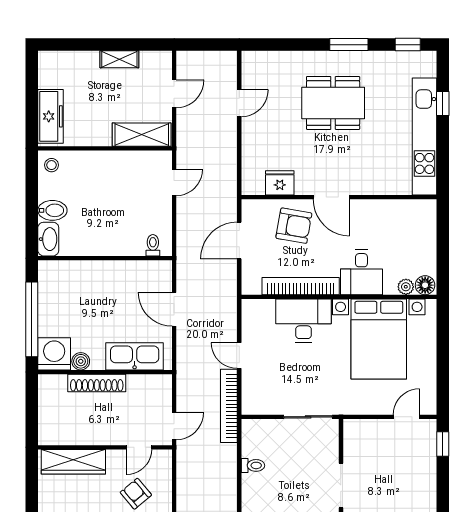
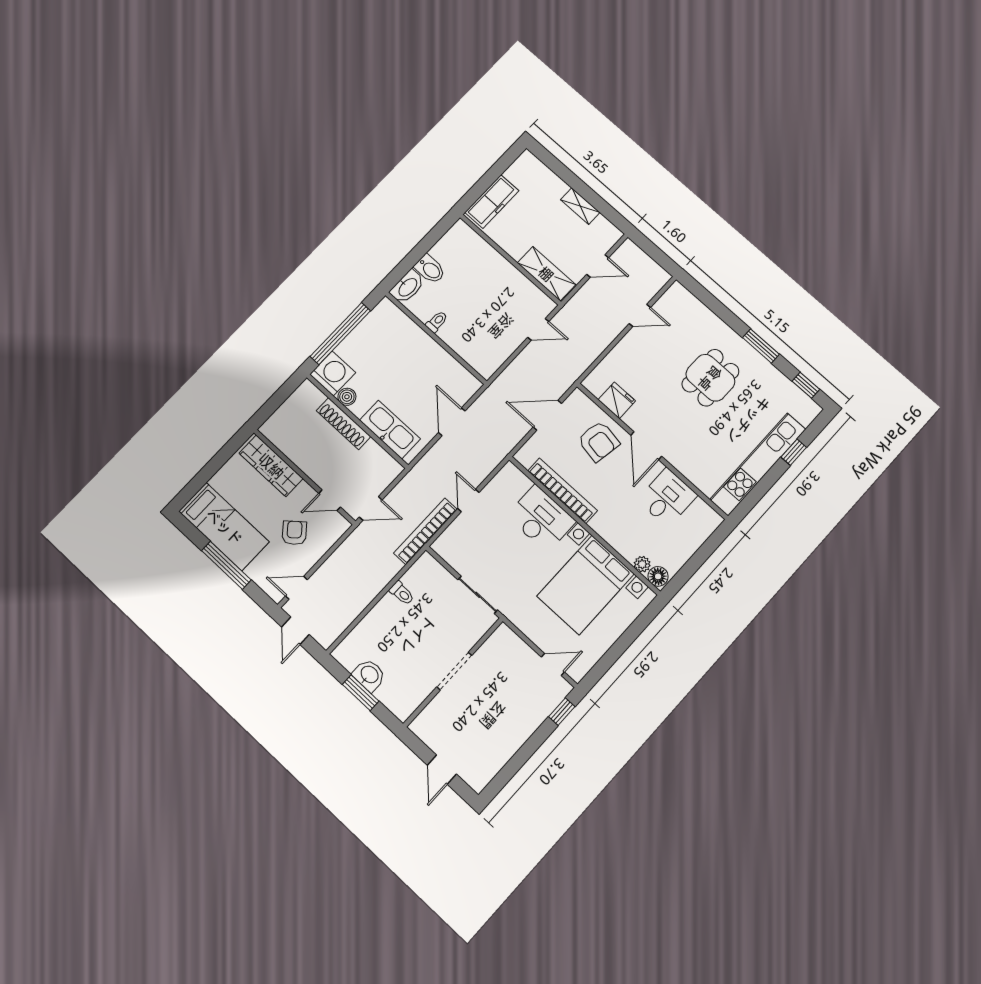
dining table: (333, 103) -> (710, 378), width x0.73
stool: (52, 165) -> (460, 236), removed
toilet: (153, 245) -> (437, 322), moved
desk: (361, 272) -> (667, 498), moved, turned 180

